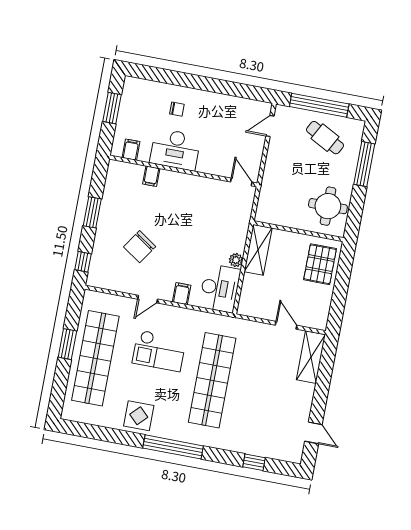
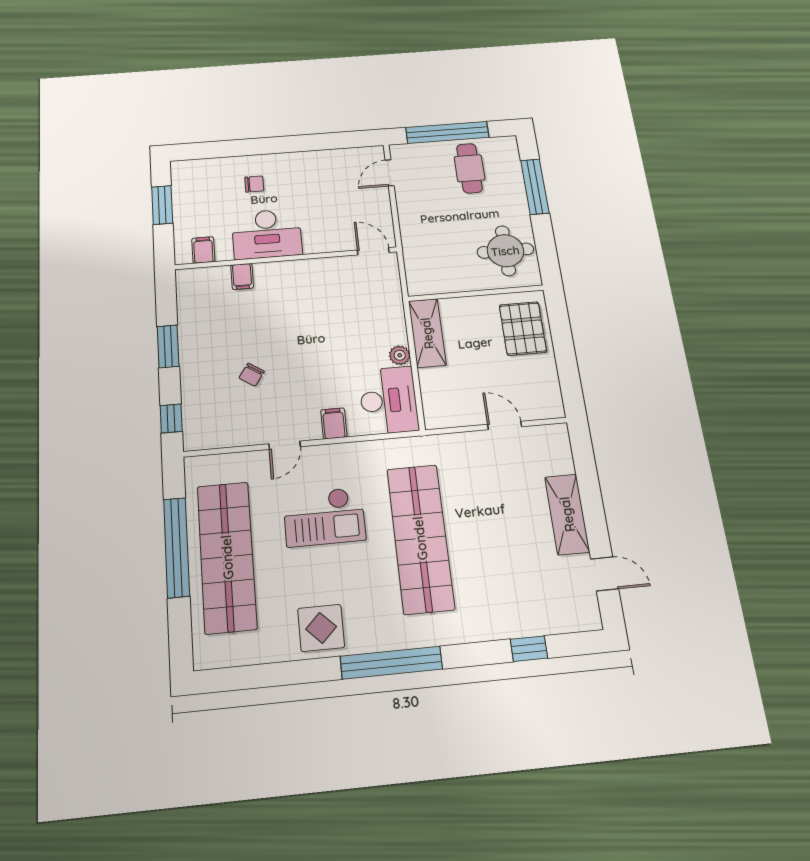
cafe table: (325, 138) -> (469, 168), turned 62
chair: (140, 247) -> (252, 375), width x0.54, depth x0.54
window: (67, 344) -> (177, 547), width x2.11
shelving: (311, 357) -> (567, 514), moved

